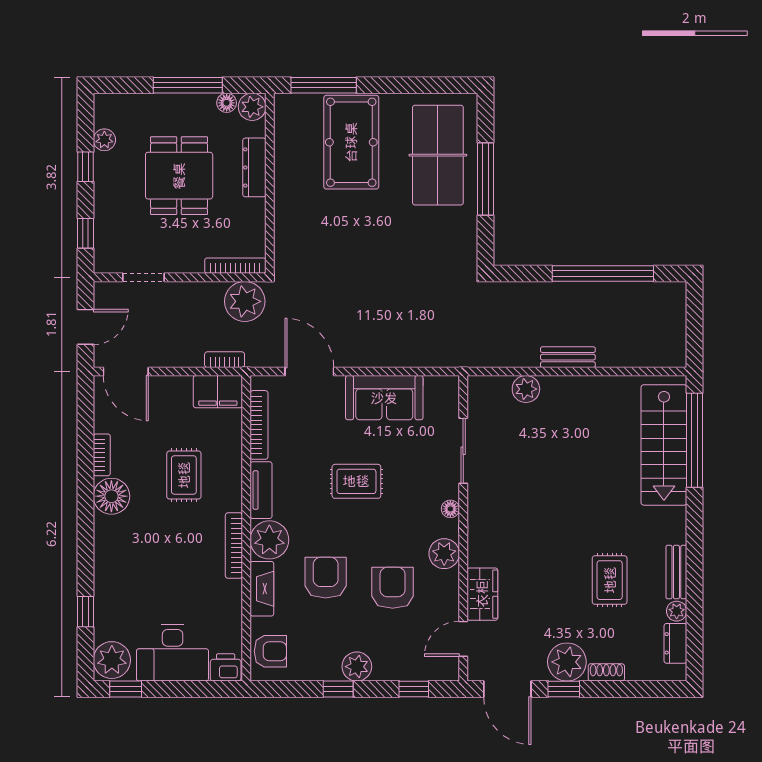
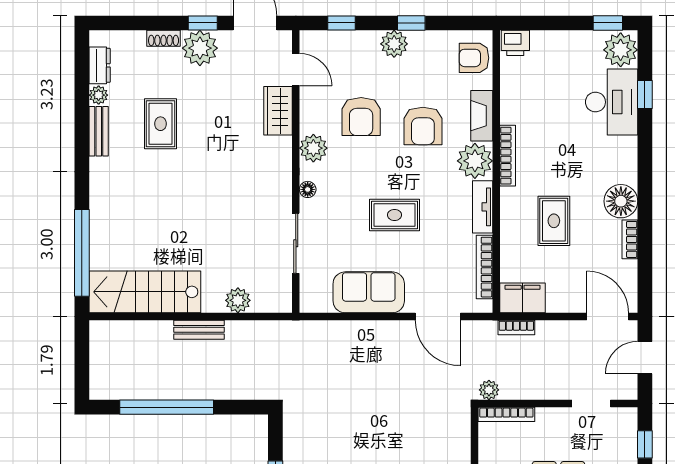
plant: (245, 301) -> (489, 390), width x0.53, depth x0.53
stairs: (664, 445) -> (145, 292), moved, turned -90
door: (463, 639) -> (296, 69), hinge flipped
desk: (173, 653) -> (612, 102), moved, turned 90

